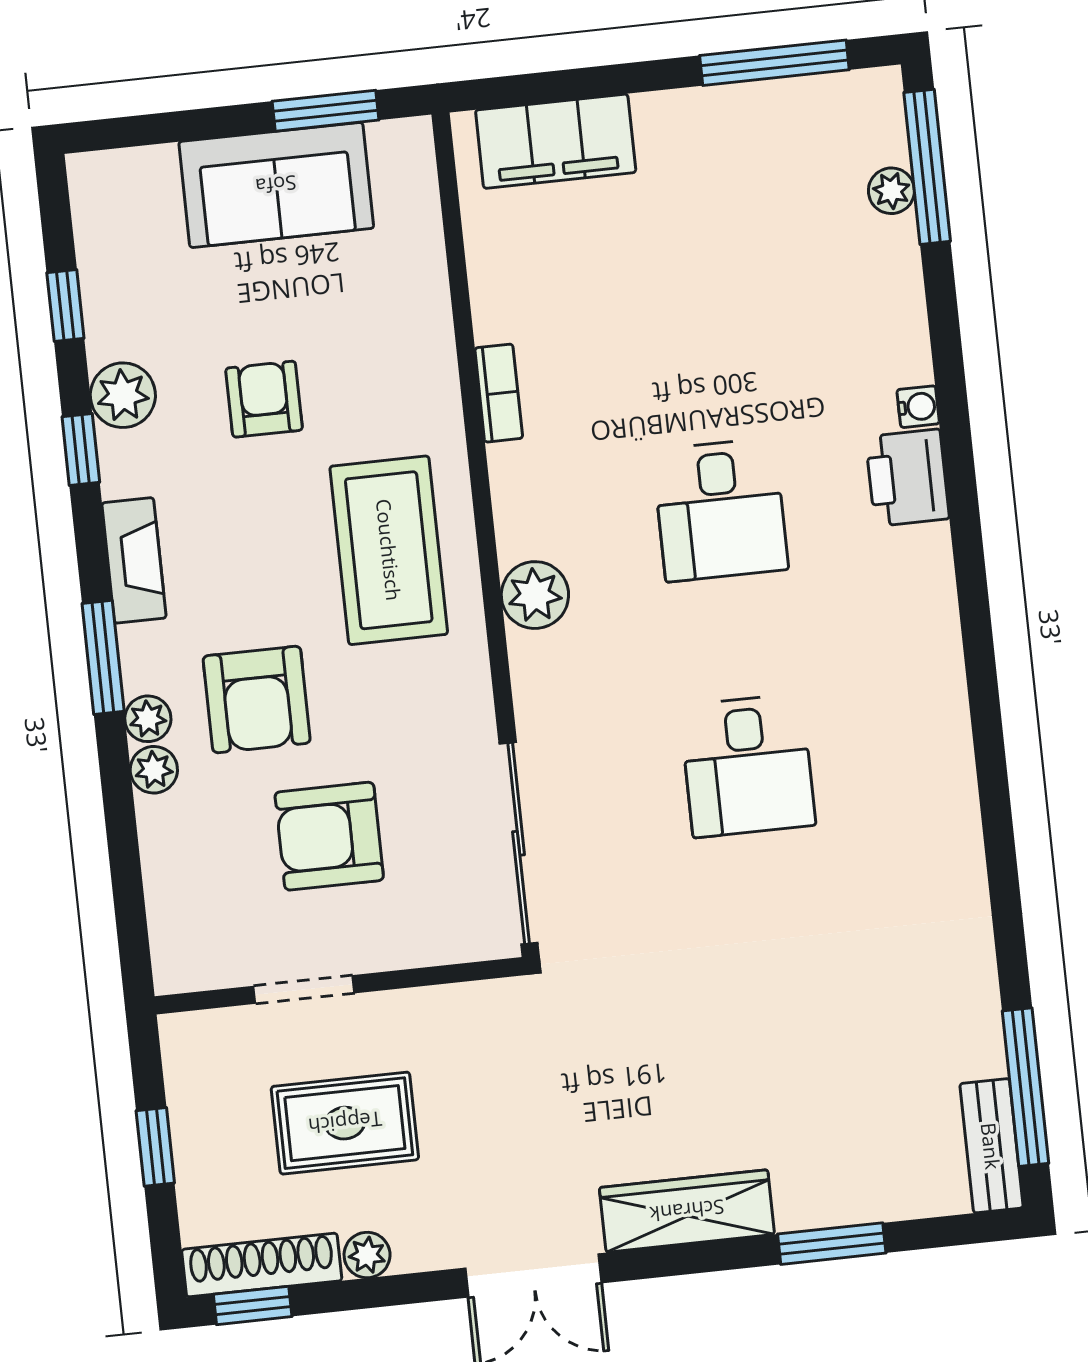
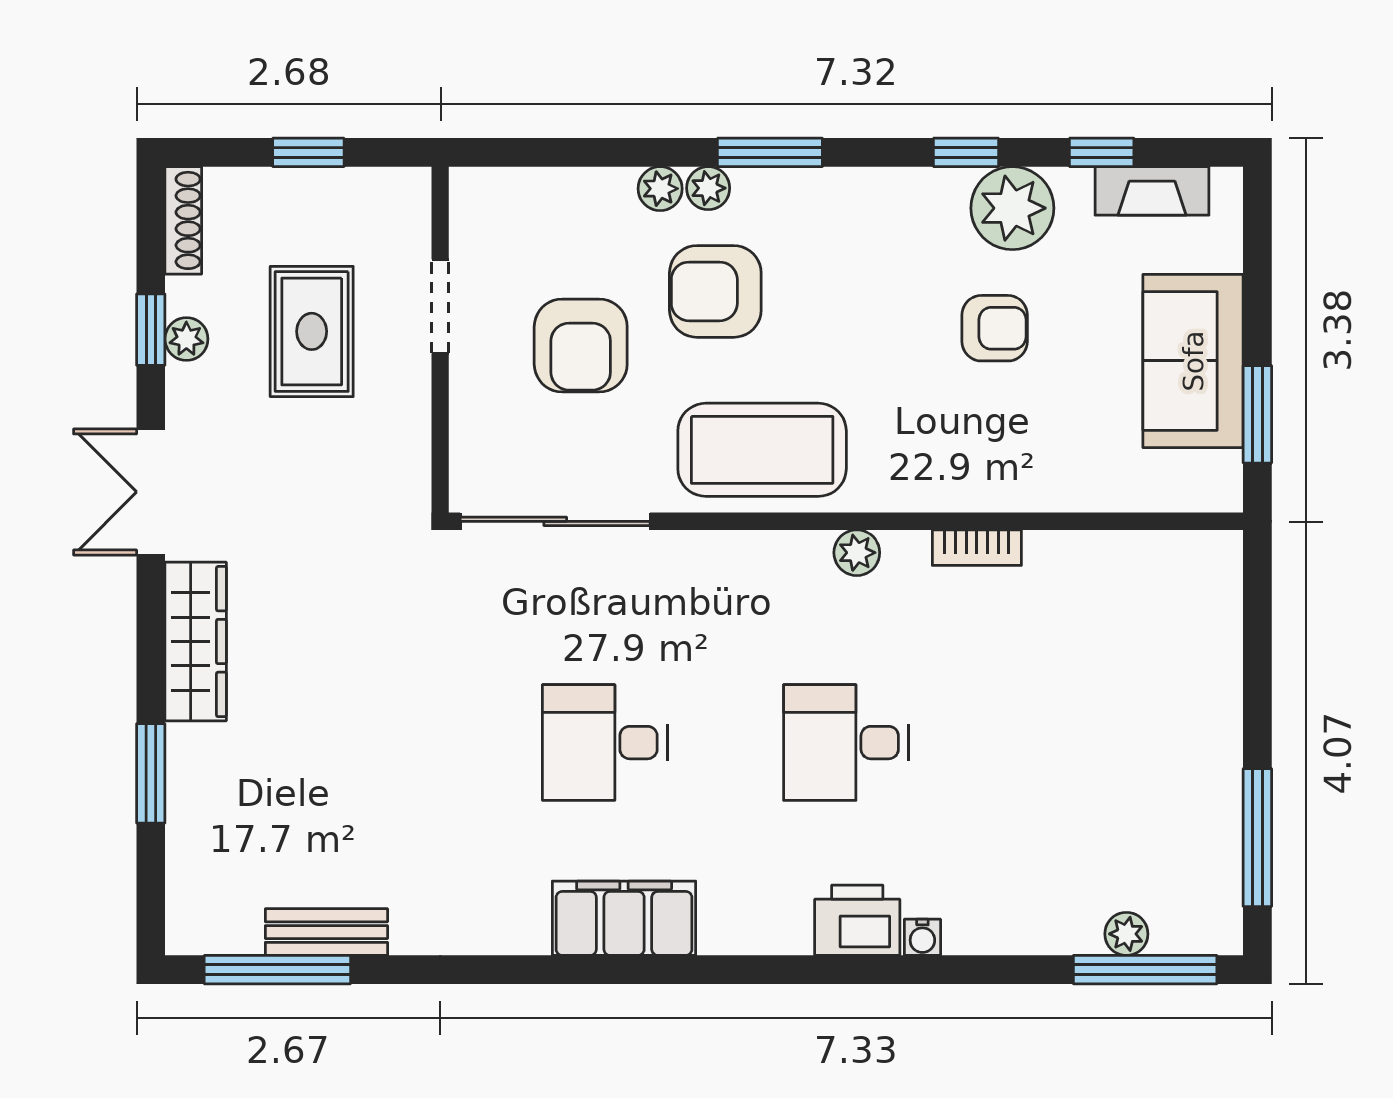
filing cabinet: (556, 141) -> (624, 918), moved, turned 90
plant: (123, 395) -> (1012, 208), width x1.36, depth x1.36
coffee table: (389, 550) -> (762, 450), moved
fireplace: (134, 560) -> (1152, 191), moved
plant: (535, 595) -> (857, 553), moved, width x0.73, depth x0.73
armchair: (329, 836) -> (581, 345), turned 180
bench: (991, 1146) -> (326, 932), moved
shoe rack: (262, 1265) -> (183, 220), width x0.74, depth x0.81
window: (253, 1305) -> (151, 330), moved

